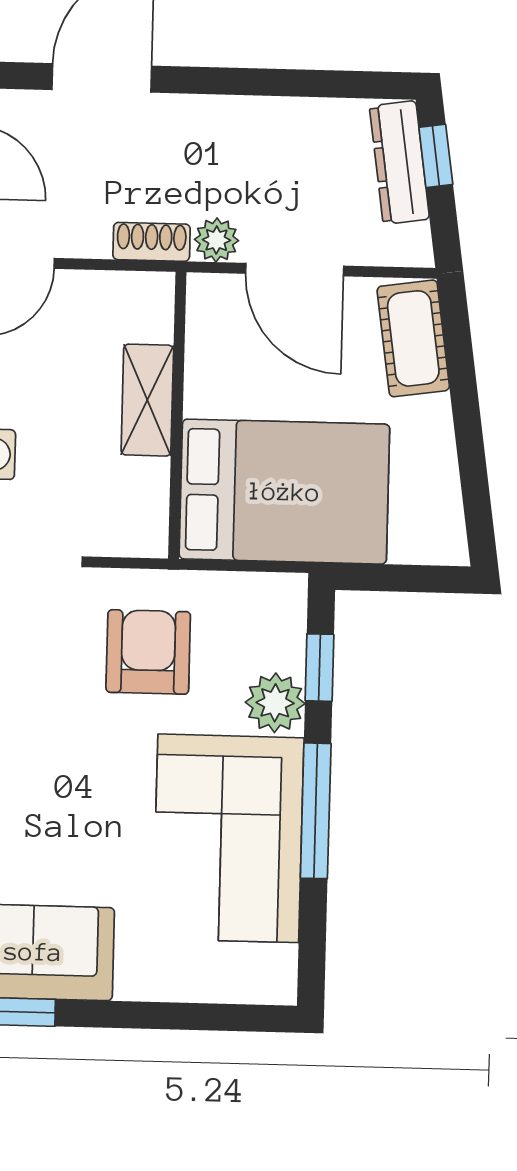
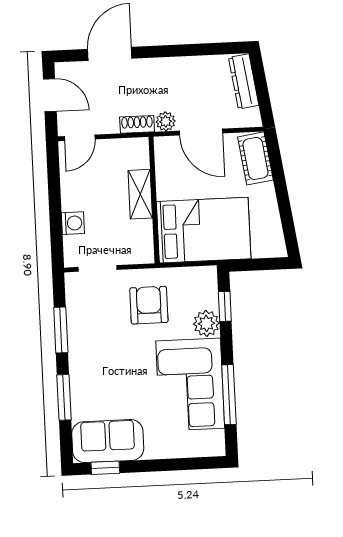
window: (436, 156) -> (259, 77), removed
window: (316, 811) -> (229, 395), moved

